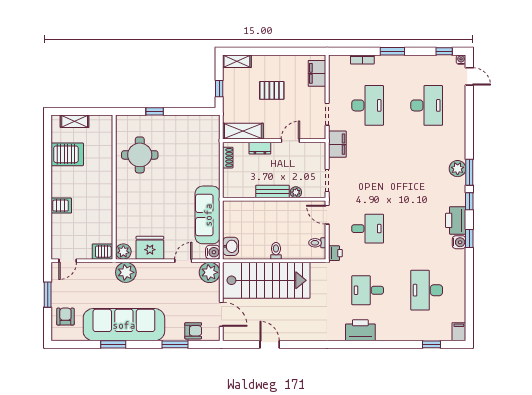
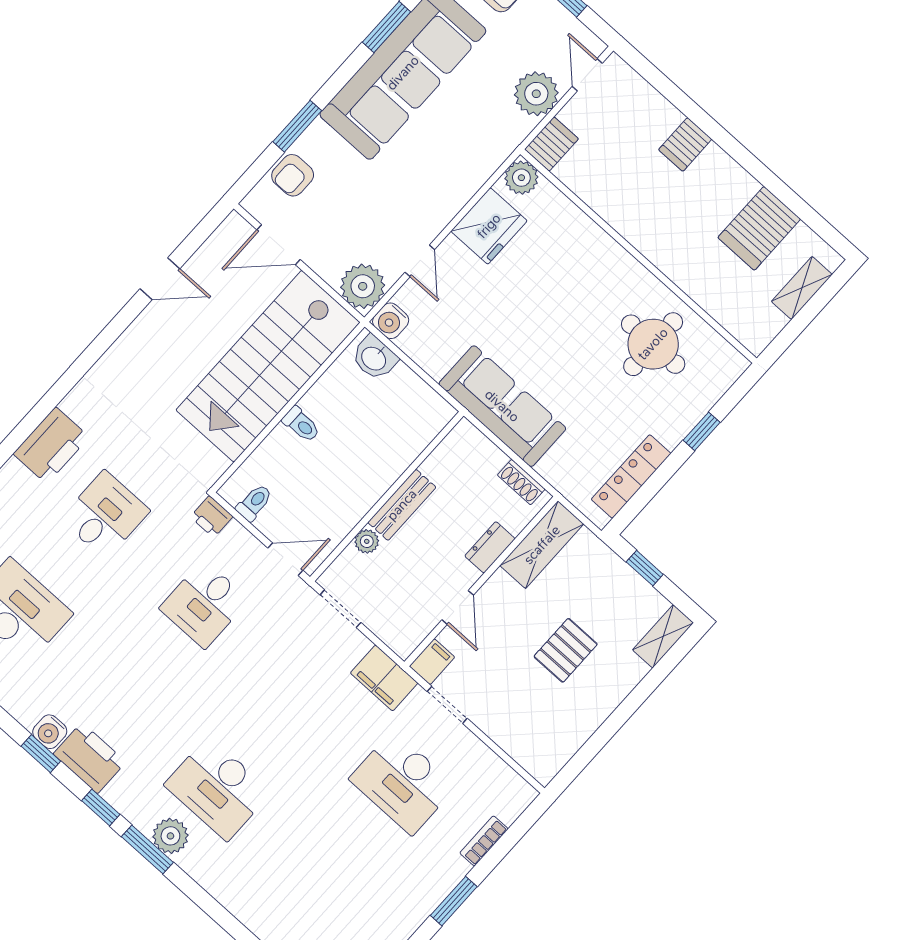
filing cabinet: (317, 73) -> (432, 662), moved, width x0.50
desk: (427, 105) -> (218, 789), moved
locker: (192, 122) -> (631, 476), added
sofa: (208, 215) -> (502, 406), moved
plant: (126, 272) -> (536, 94), moved

